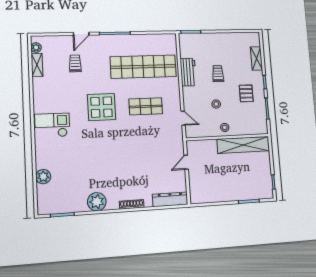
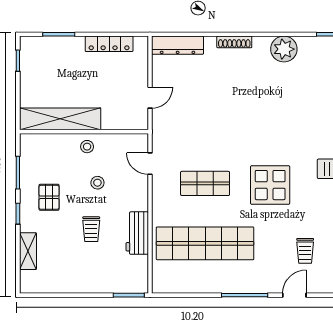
locker: (216, 197) -> (109, 44), added

